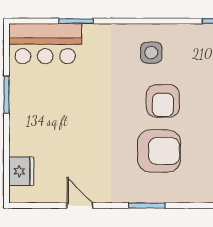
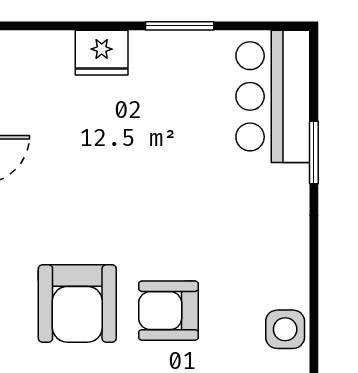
side table: (151, 53) -> (285, 329), moved
fridge: (21, 171) -> (102, 53), moved

